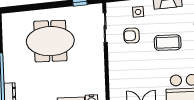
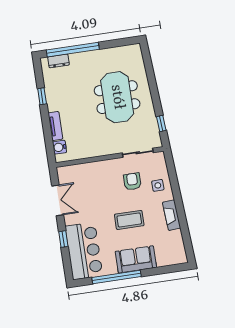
coffee table: (168, 43) -> (129, 220), turned 90

